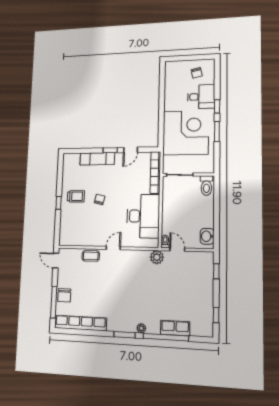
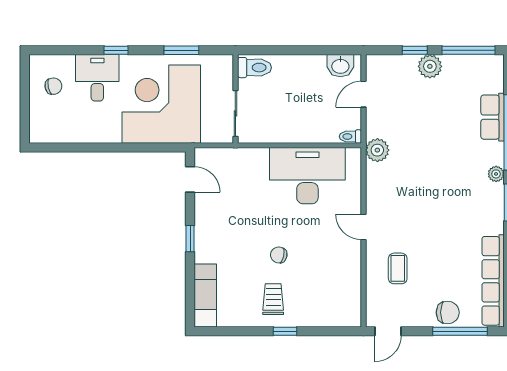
window: (217, 132) -> (181, 50), moved
door: (131, 150) -> (190, 179), moved
exam couch: (97, 159) -> (205, 295), moved
bookcase: (155, 173) -> (231, 156), removed
door: (177, 250) -> (364, 94), moved
coffee table: (91, 256) -> (398, 268), moved
window: (216, 271) -> (415, 50), moved
plant: (206, 291) -> (430, 66), added
window: (216, 315) -> (469, 50), width x2.17

